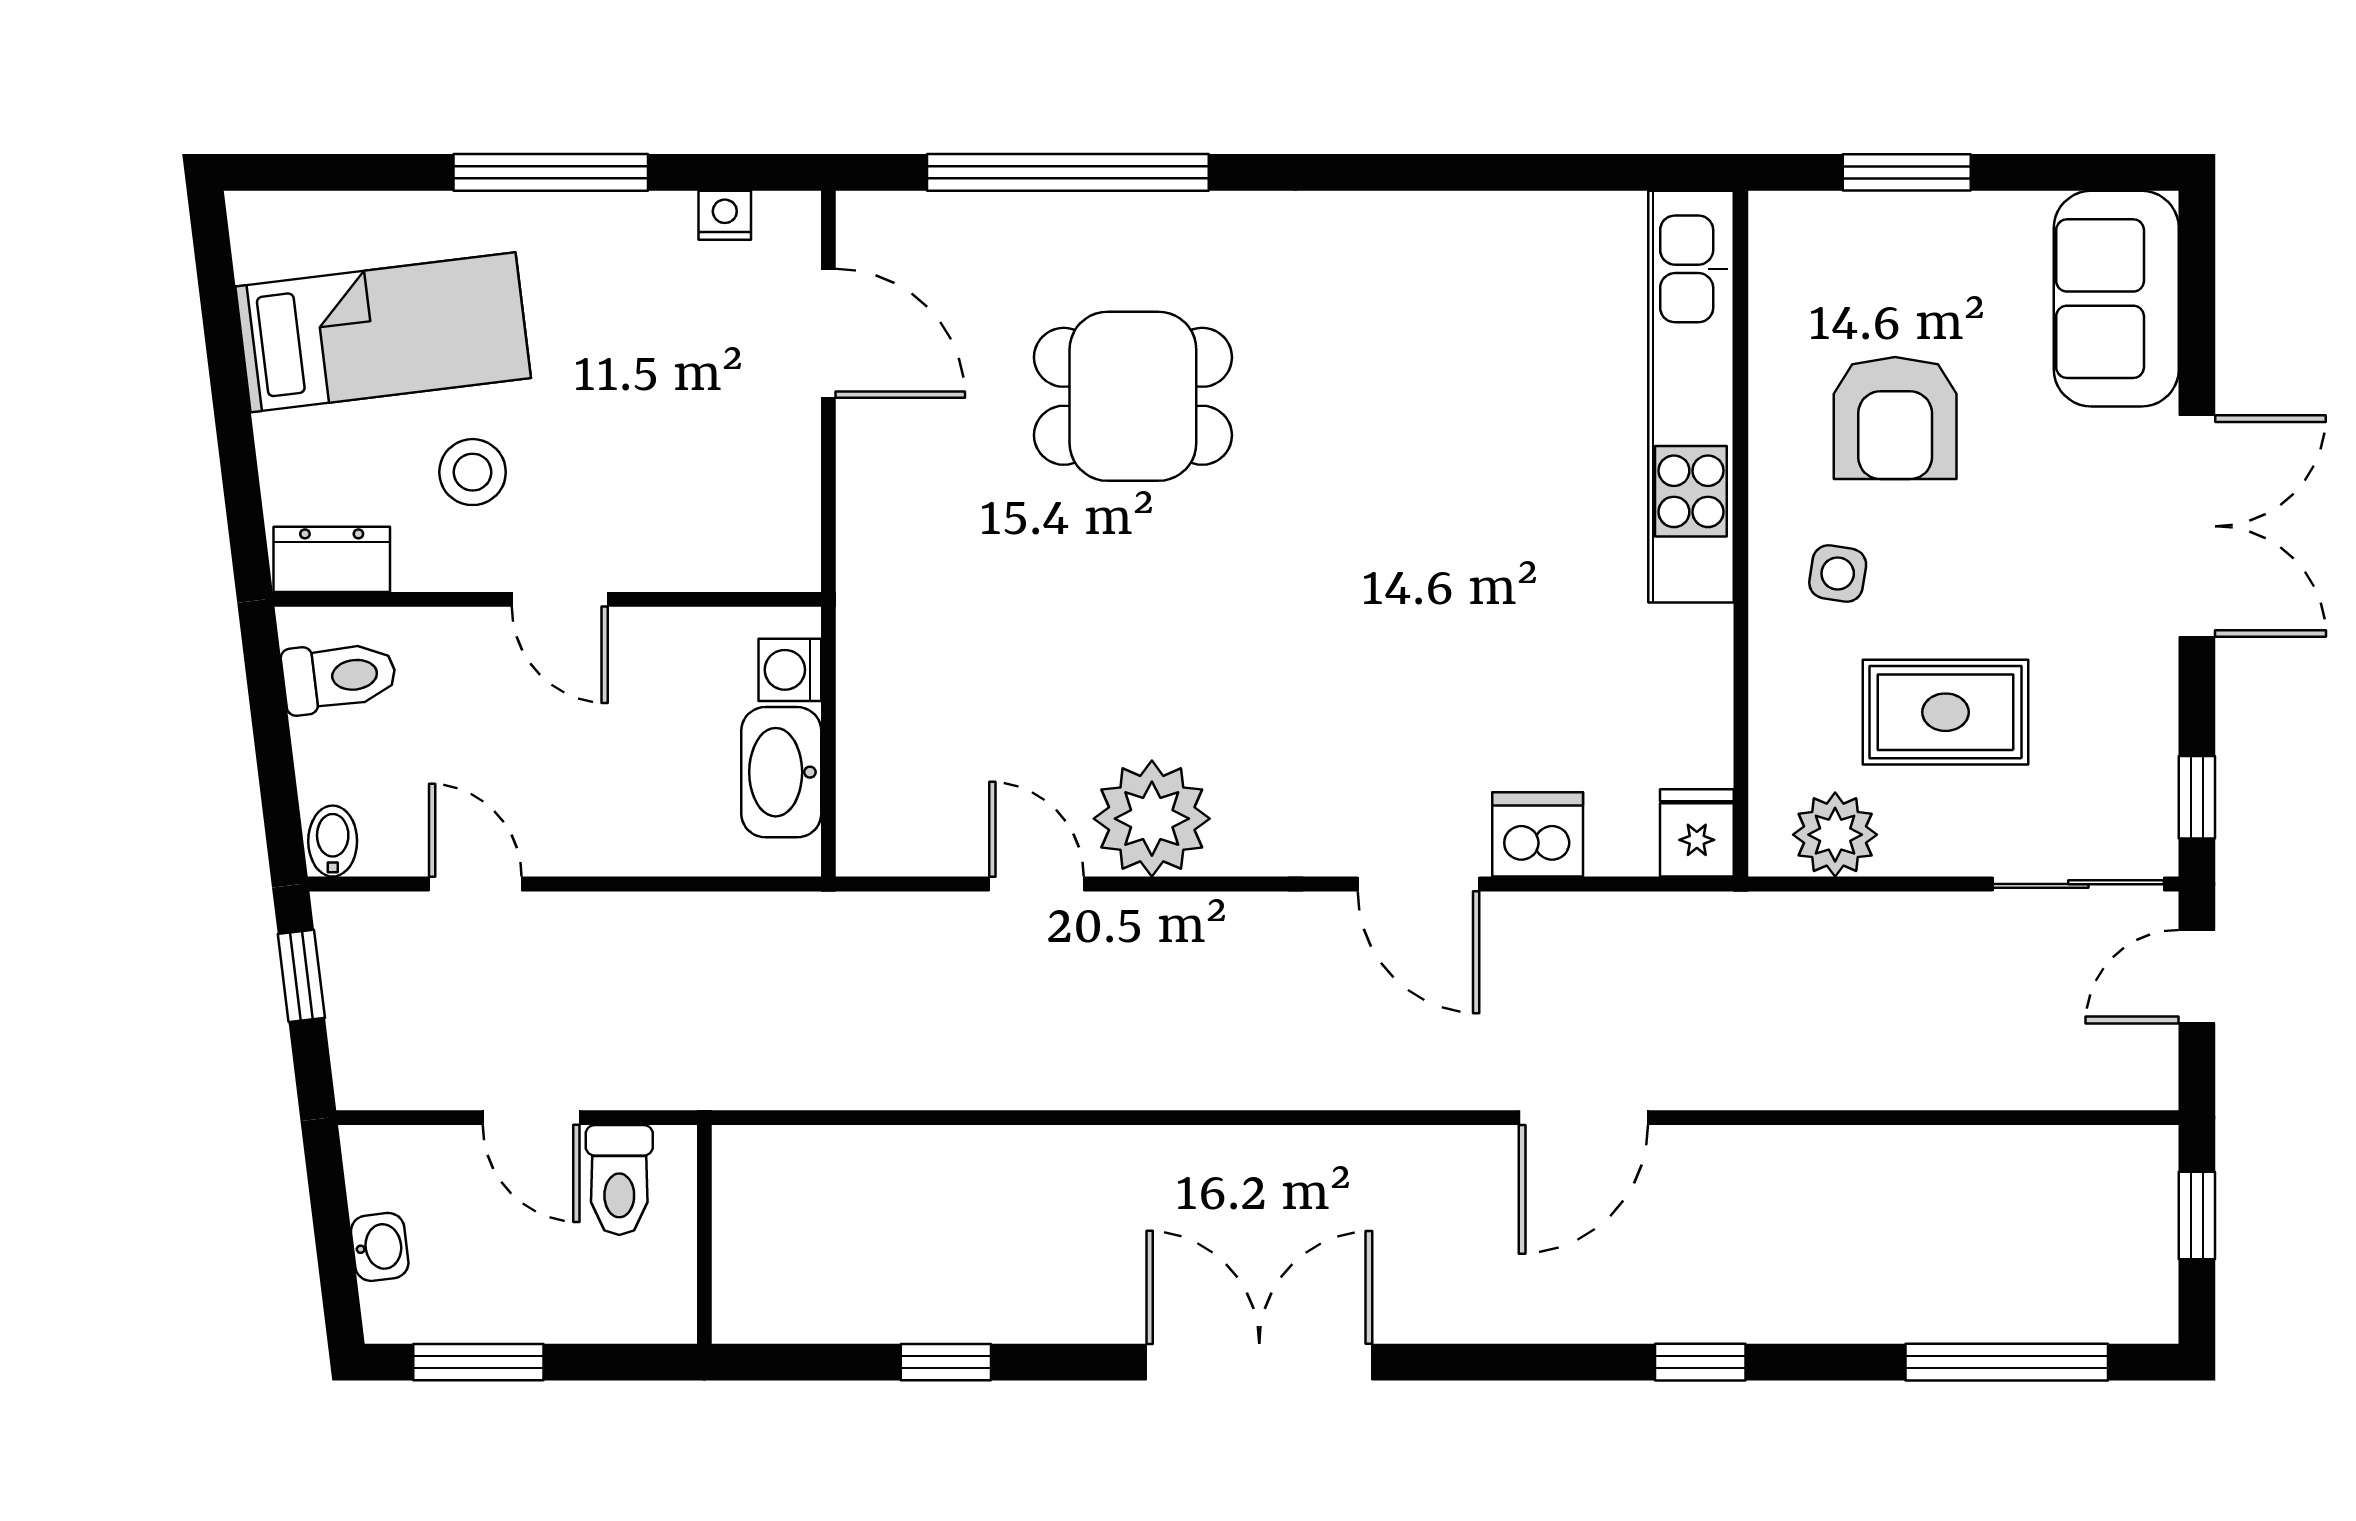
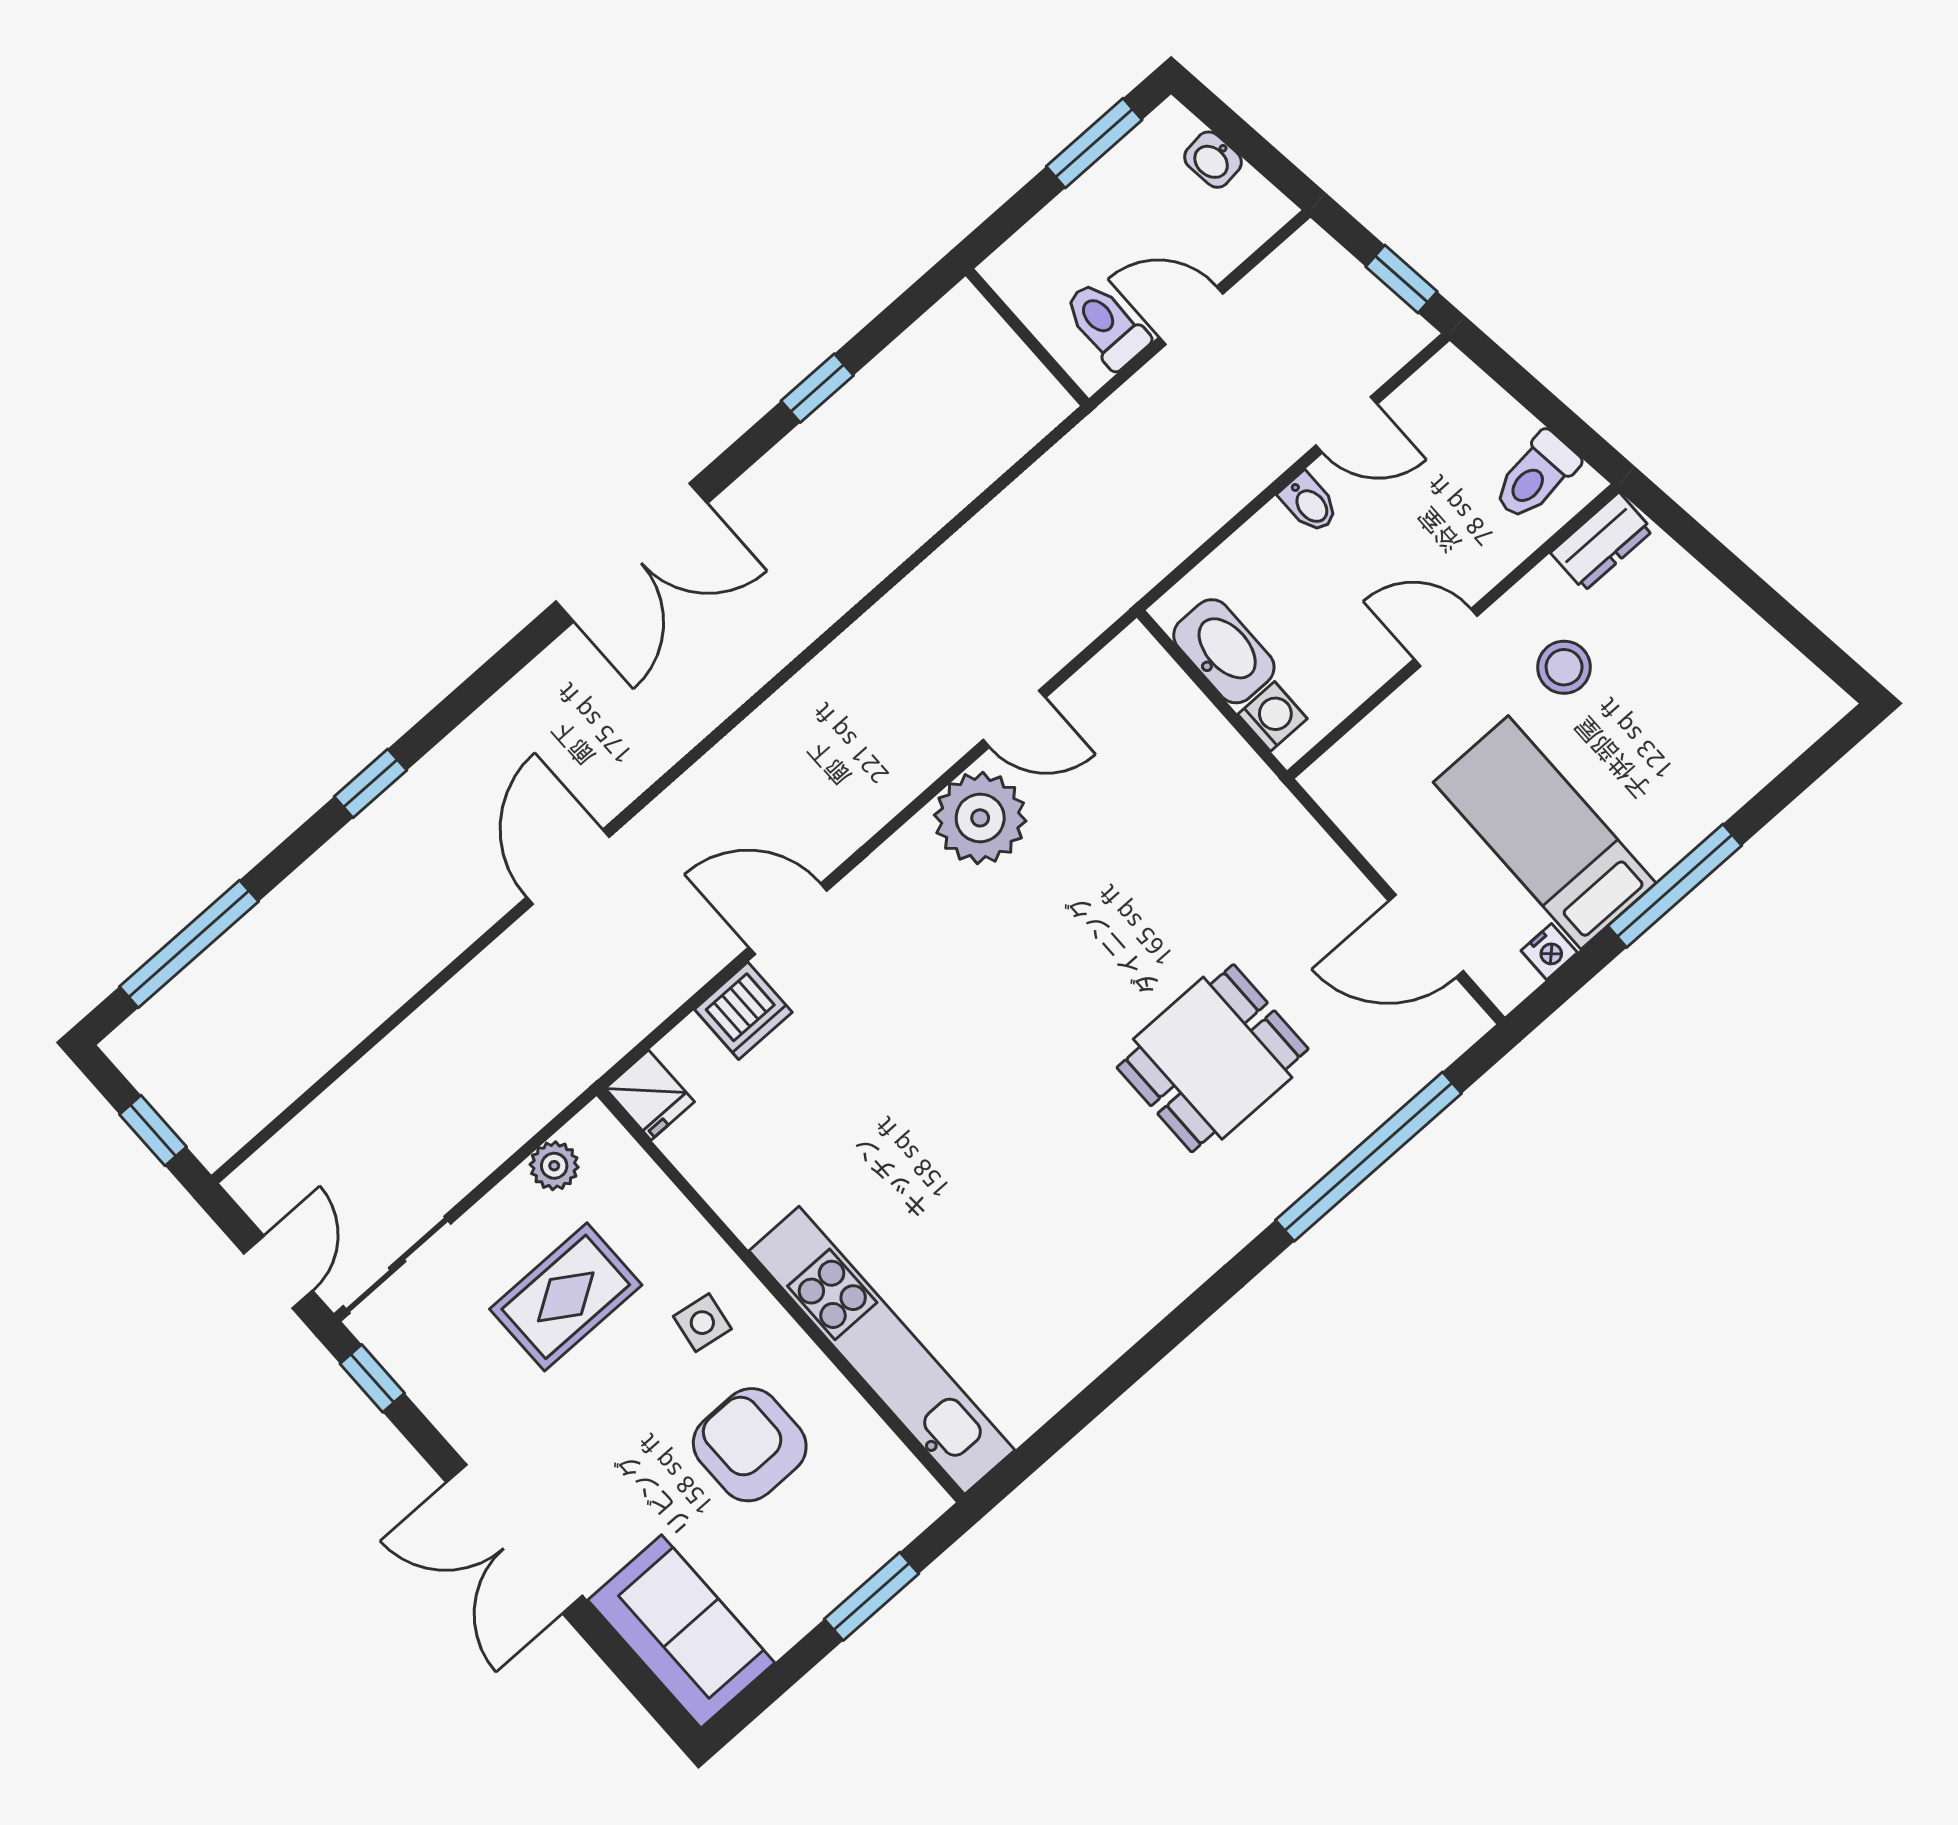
bed: (383, 332) -> (1545, 833), moved, turned 97
plant: (1835, 835) -> (554, 1166), width x0.73, depth x0.73
bidet: (333, 841) -> (1309, 503), moved

